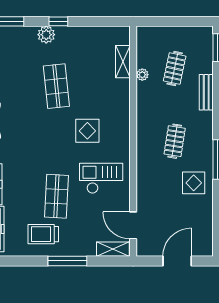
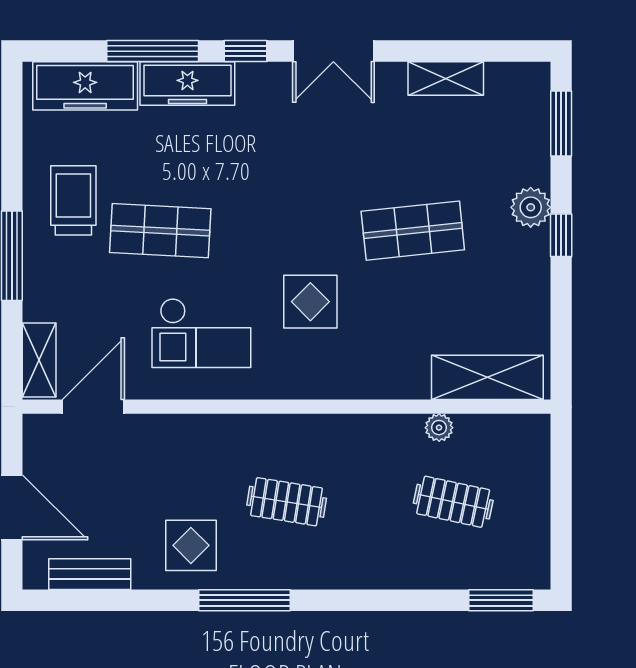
shelving: (123, 62) -> (487, 377), width x1.50, depth x1.33
bench: (206, 92) -> (90, 574), moved
checkout: (101, 178) -> (201, 333), turned 90

